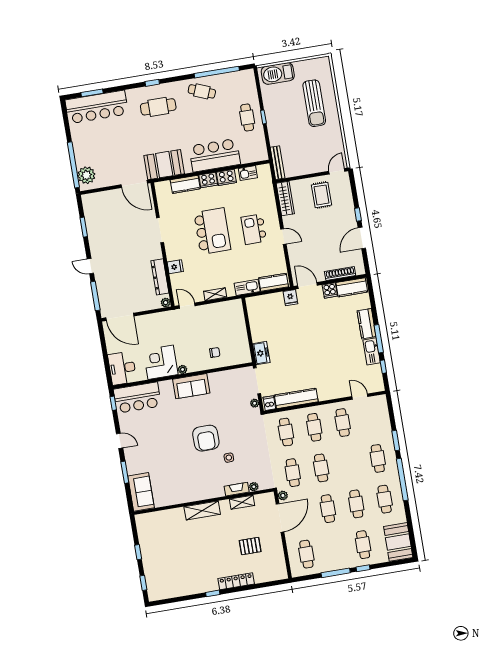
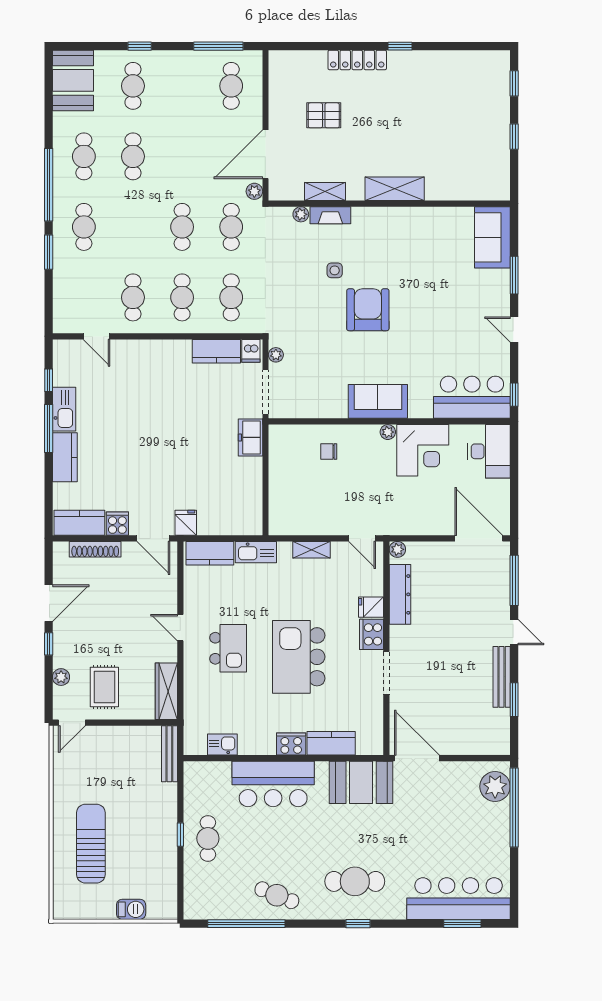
barbecue: (278, 74) -> (131, 909), width x0.53, depth x0.65
cooker: (226, 177) -> (372, 634), moved, turned -90
plant: (348, 196) -> (61, 677), added
bench: (93, 239) -> (502, 677), added
kitchen counter: (296, 398) -> (216, 351), width x0.67
cafe table: (328, 509) -> (182, 156), removed
window: (336, 573) -> (218, 46), moved

